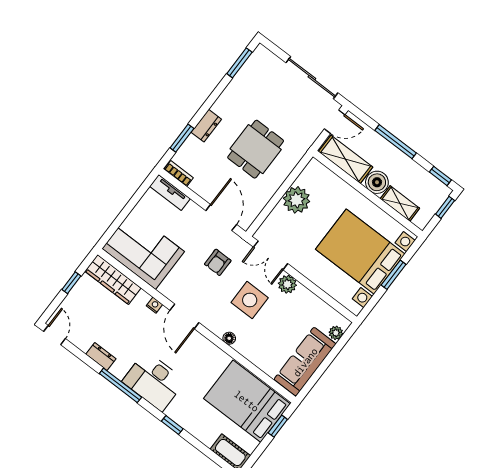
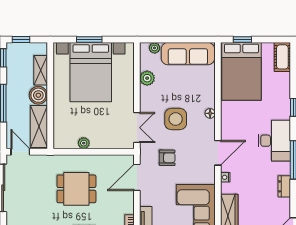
plant: (296, 200) -> (84, 143), width x0.53, depth x0.53
plant: (287, 284) -> (147, 78), moved

